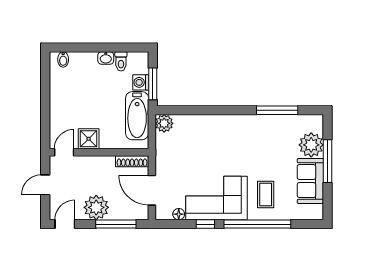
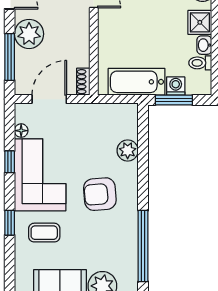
window: (277, 110) -> (143, 246), width x1.46
plant: (164, 123) -> (128, 150), moved
shower: (89, 139) -> (200, 22), moved
armchair: (233, 147) -> (100, 194), added
shoe rack: (132, 161) -> (83, 82), width x0.70
window: (257, 224) -> (10, 223), width x0.32

